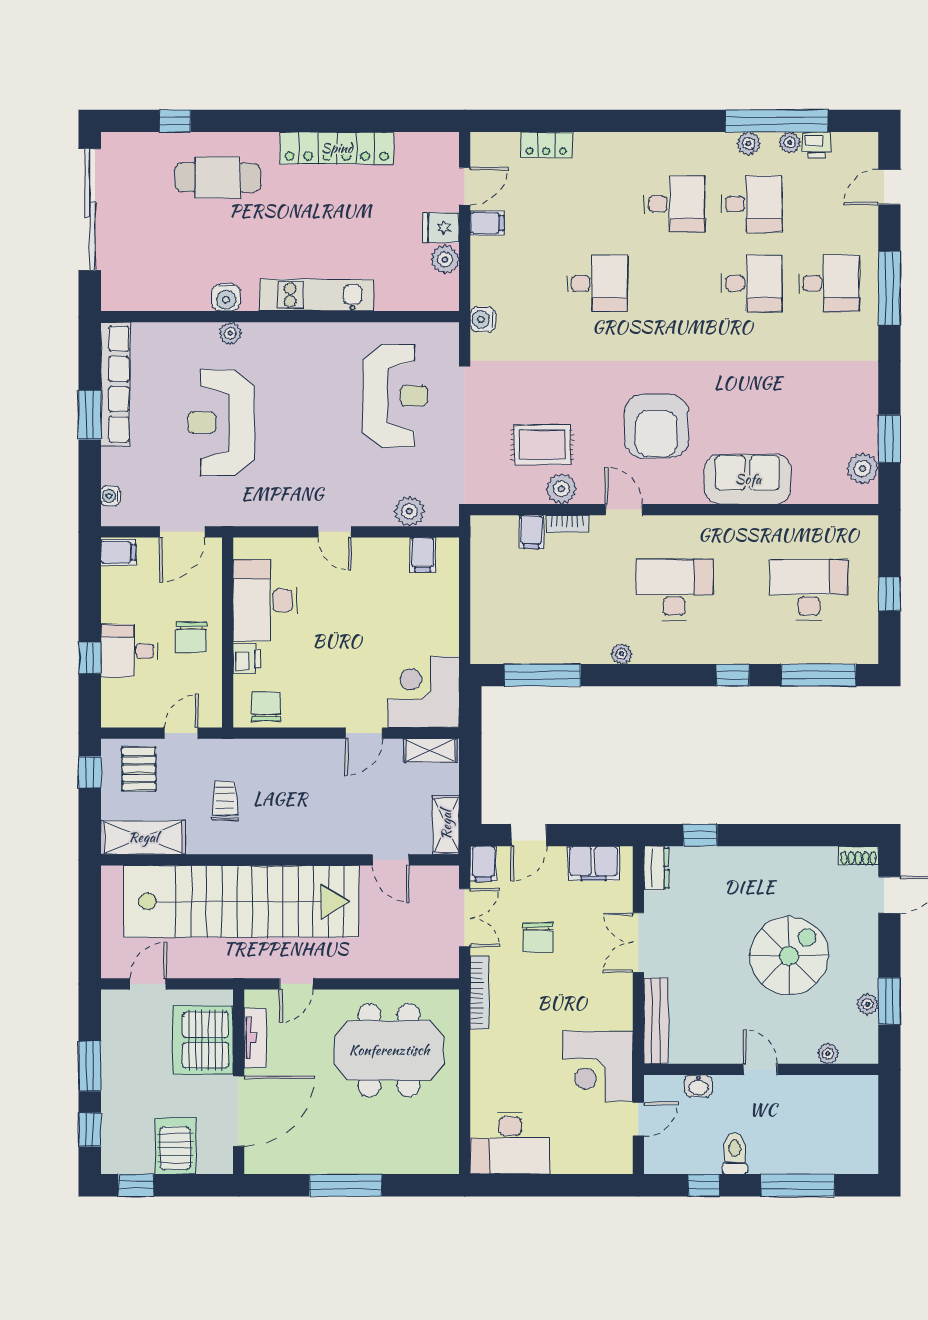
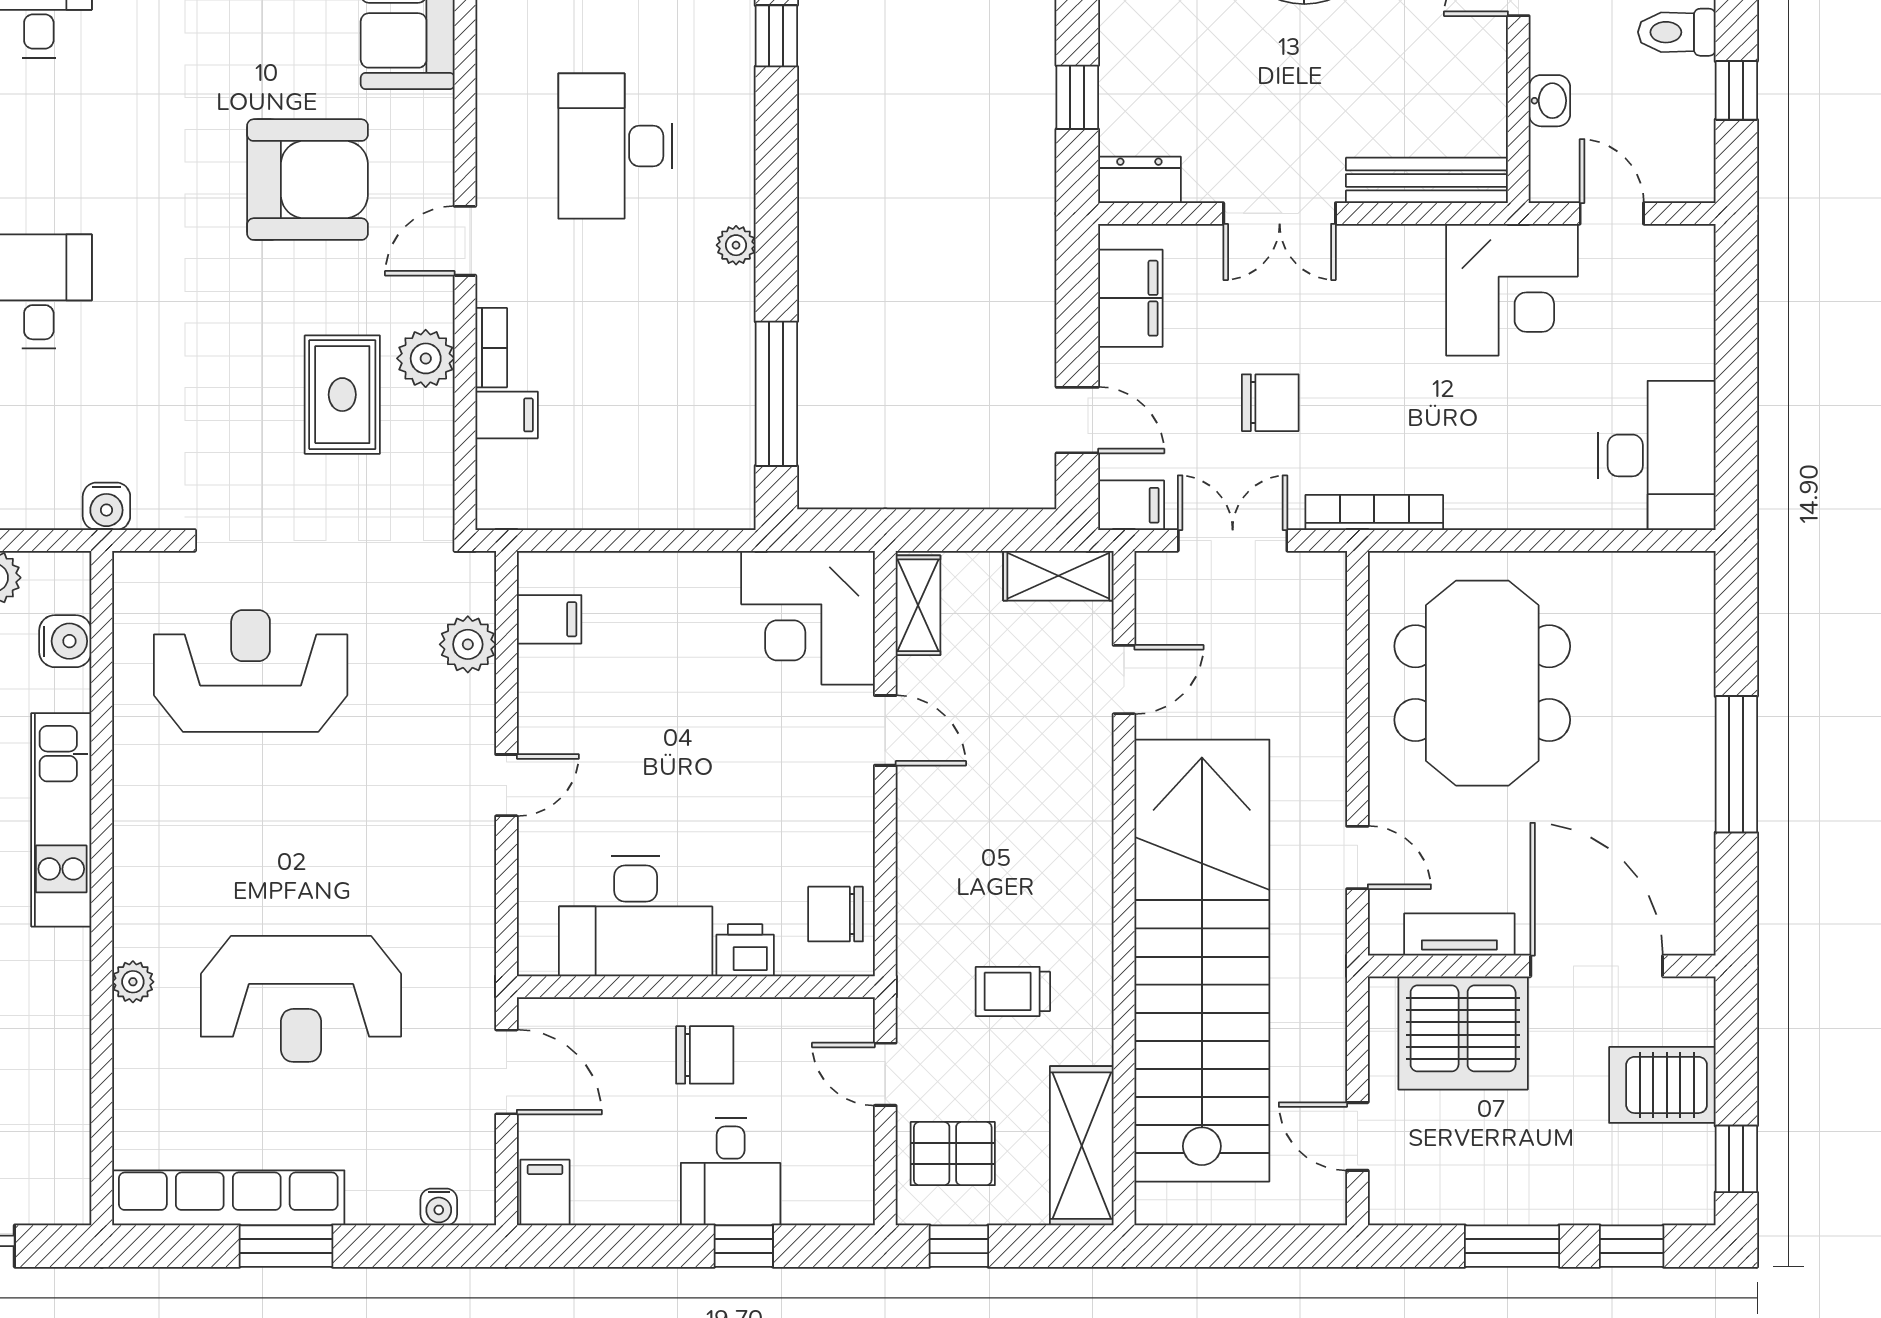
water cooler: (226, 297) -> (65, 641), moved

